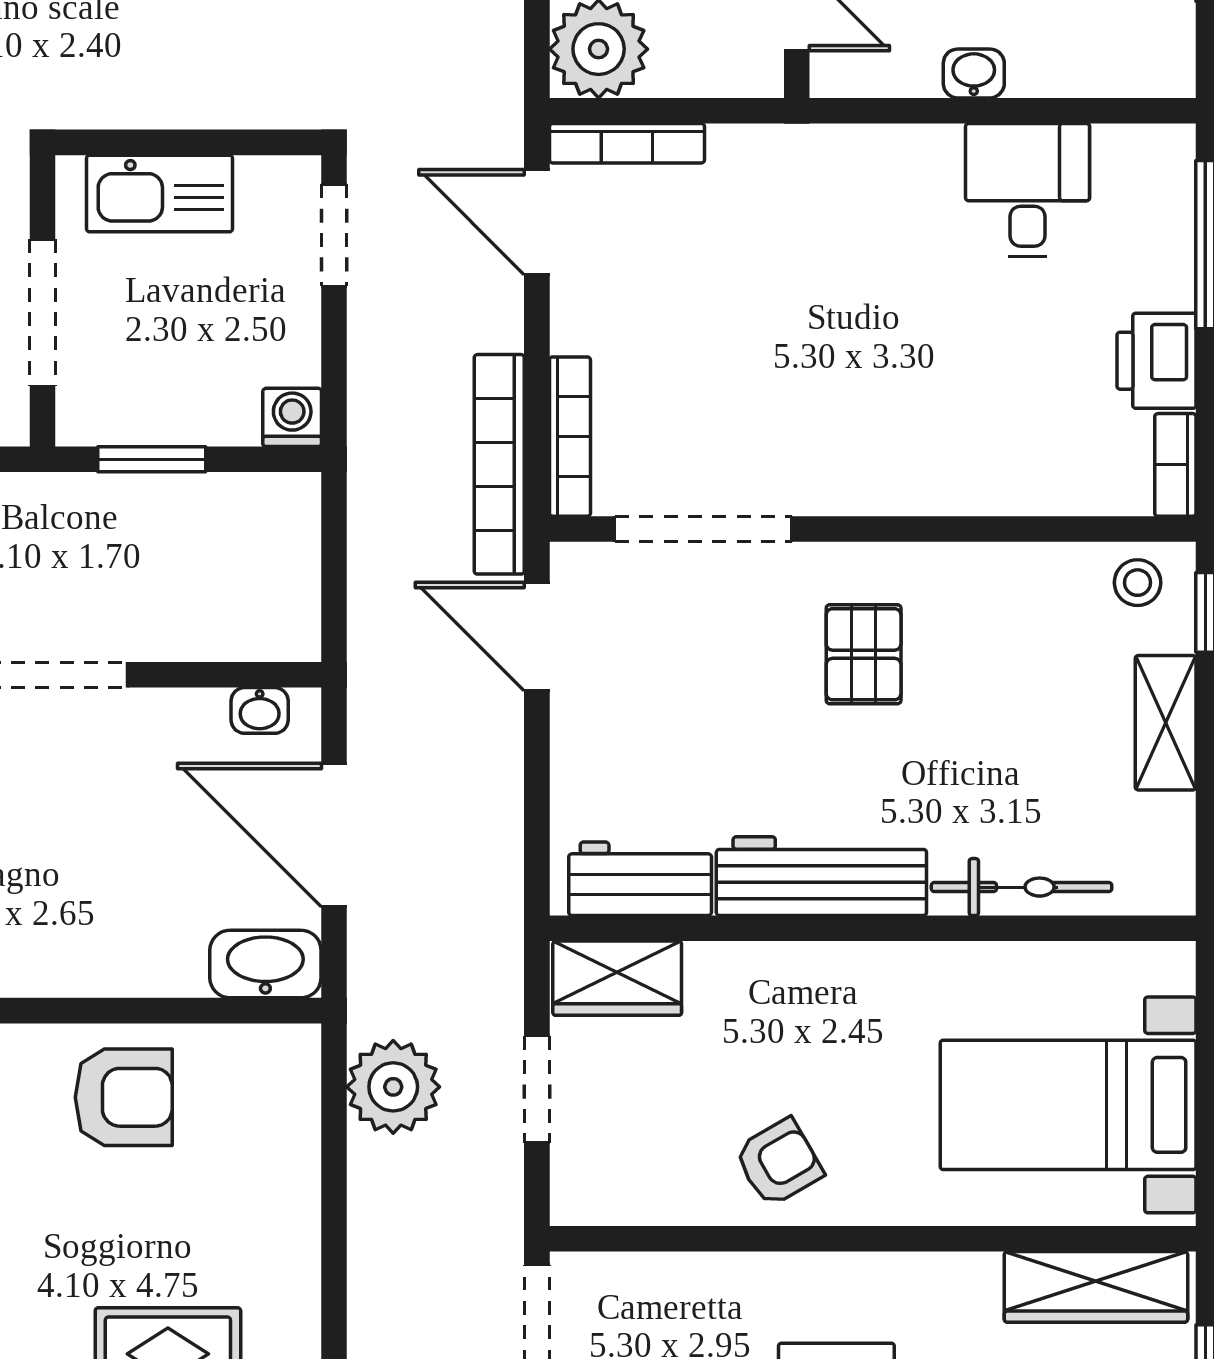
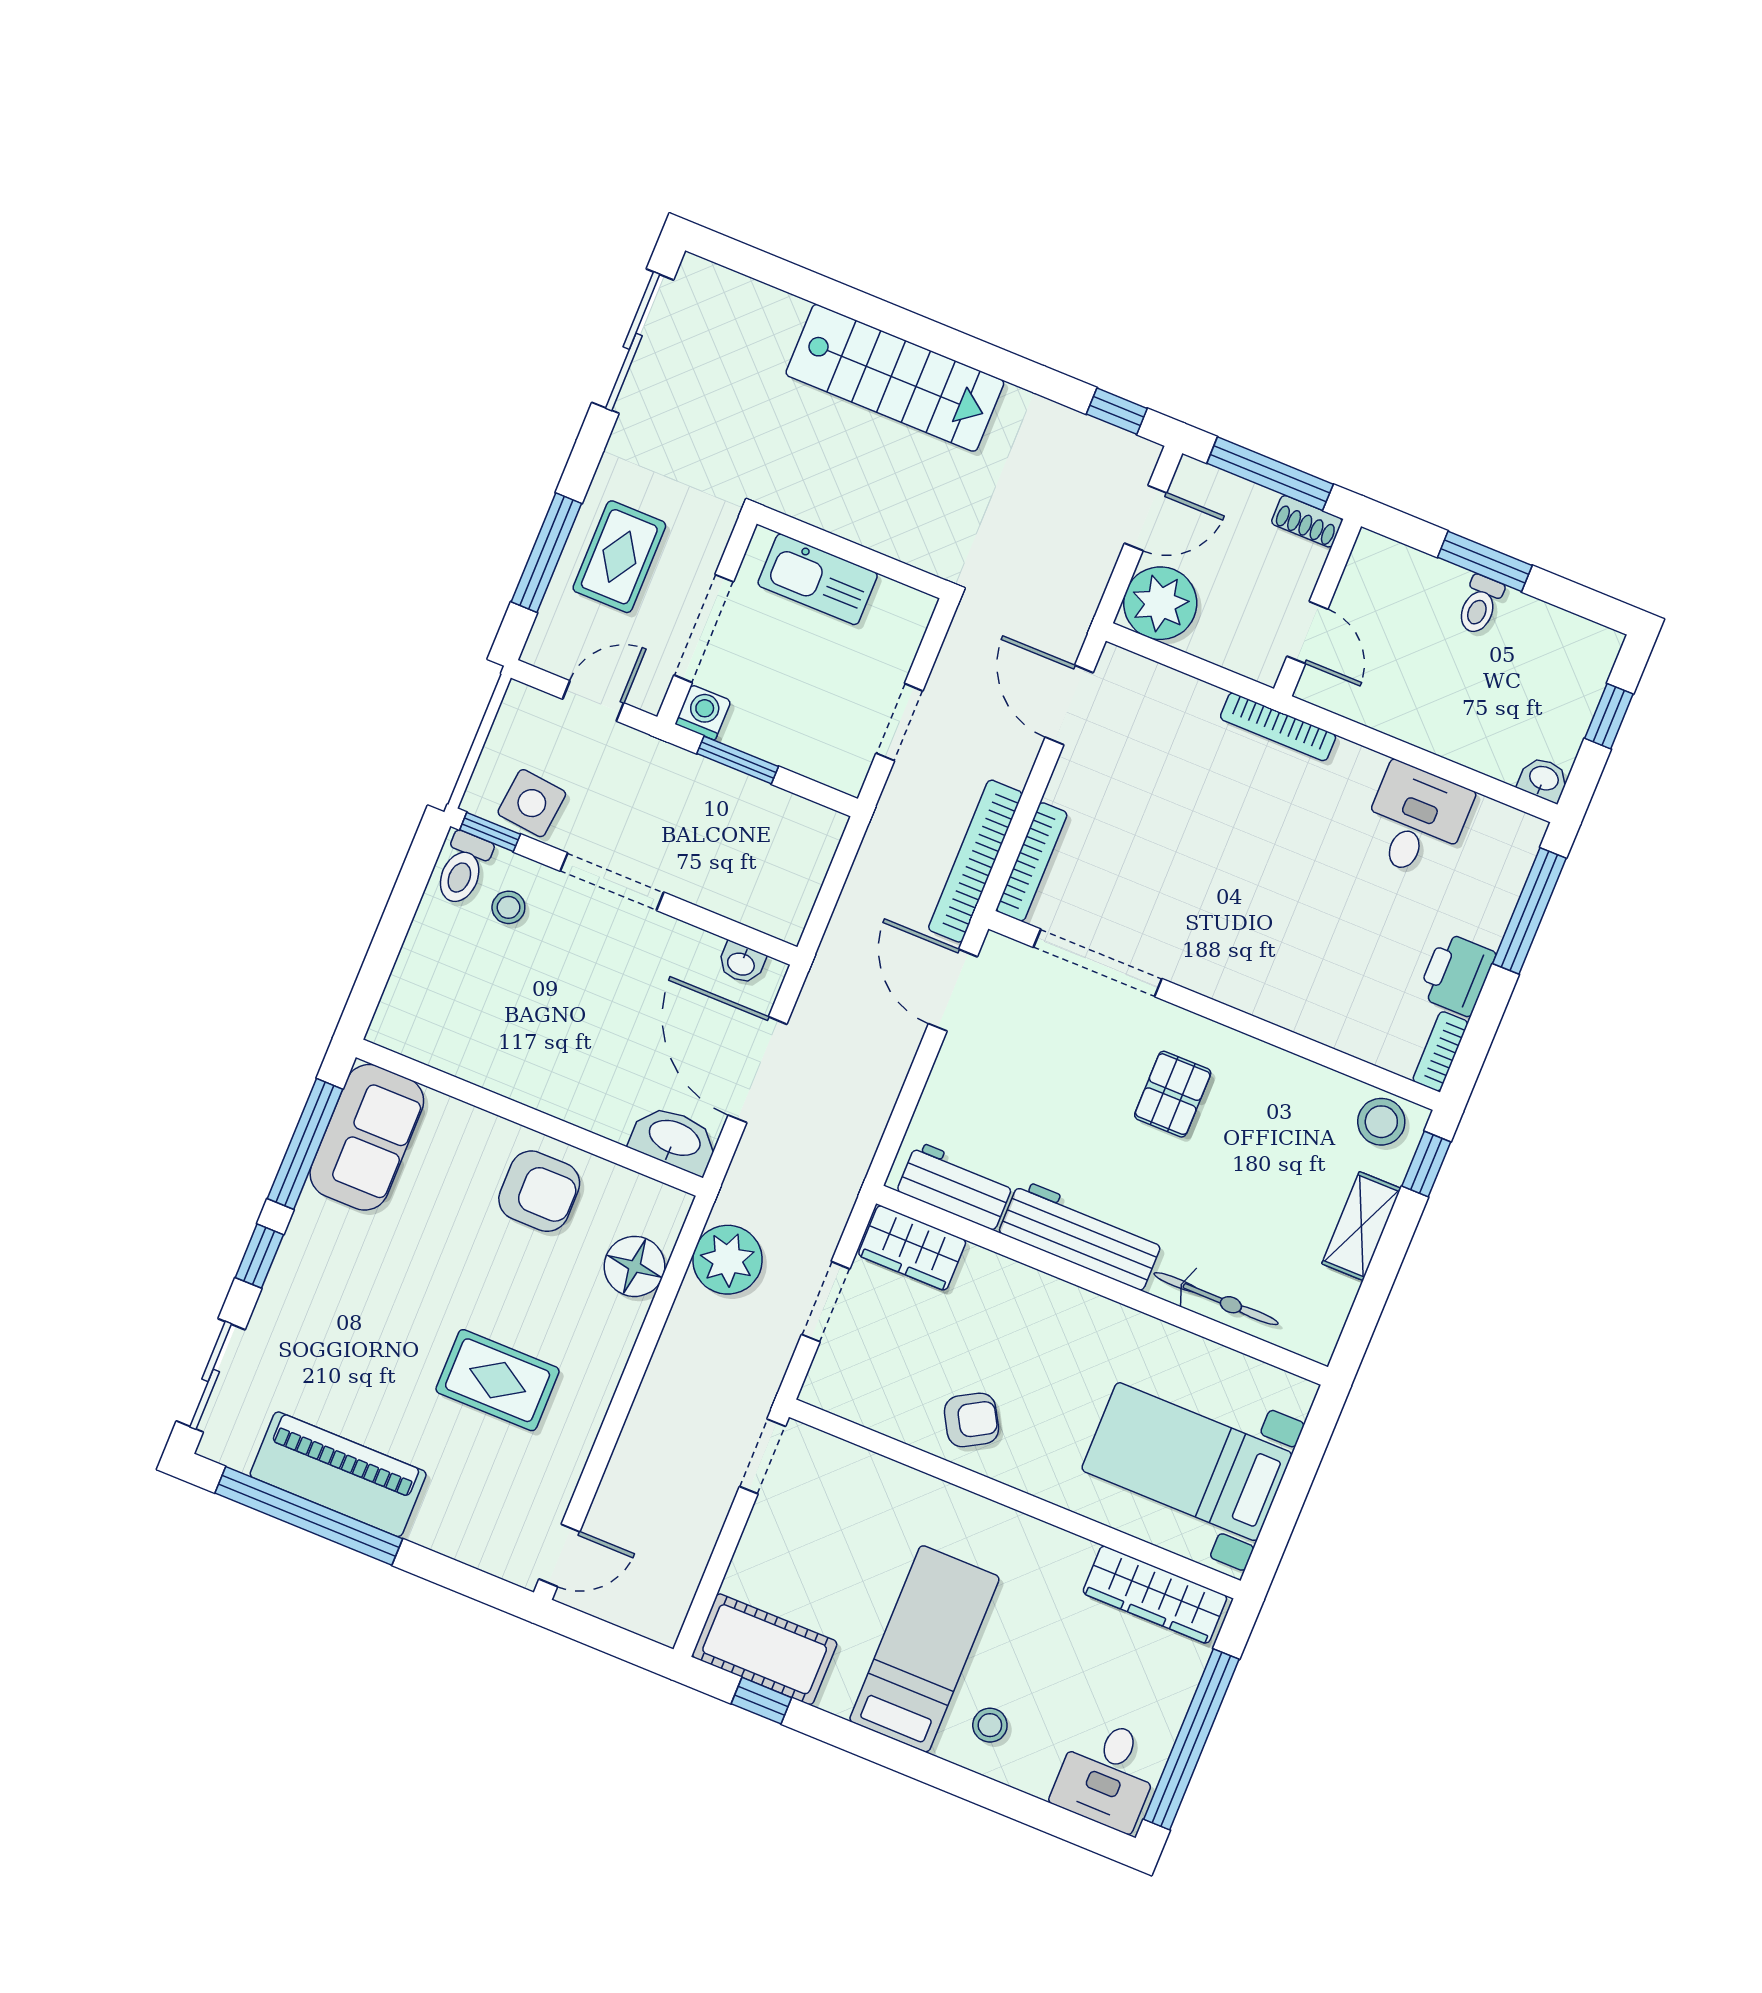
washbasin: (974, 73) -> (1544, 779), moved
bookcase: (627, 143) -> (1278, 727), moved
doorway: (334, 235) -> (899, 722), moved
washing machine: (292, 417) -> (703, 712), moved
stool: (1138, 583) -> (1381, 1122), width x1.37, depth x1.37
floor lamp: (281, 1143) -> (635, 1266), added

